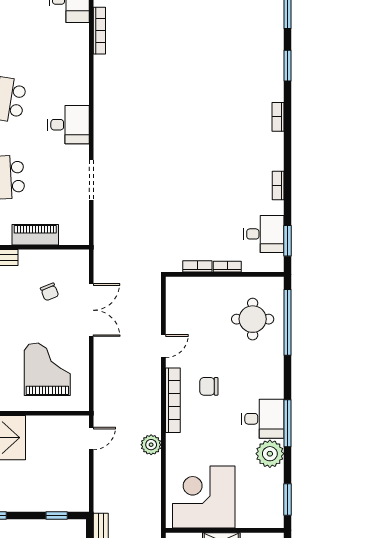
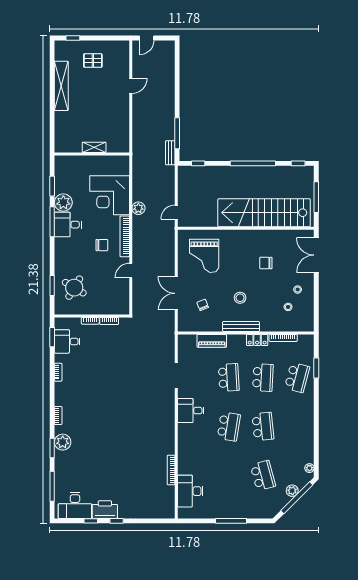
plant: (271, 75) -> (63, 442), added
round table: (253, 319) -> (74, 288), turned 31
window: (287, 322) -> (52, 286), width x0.47
corner desk: (204, 497) -> (110, 195), moved, turned 90
window: (287, 500) -> (52, 186), moved

